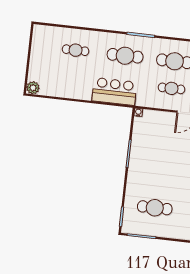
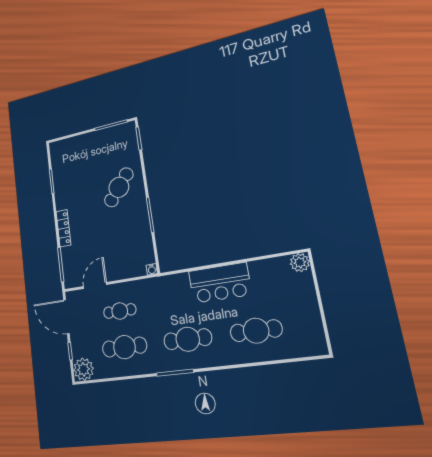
cafe table: (76, 50) -> (256, 331), width x1.37, depth x1.35
bar counter: (114, 91) -> (220, 283), moved
cafe table: (155, 208) -> (119, 187), moved, turned -50

